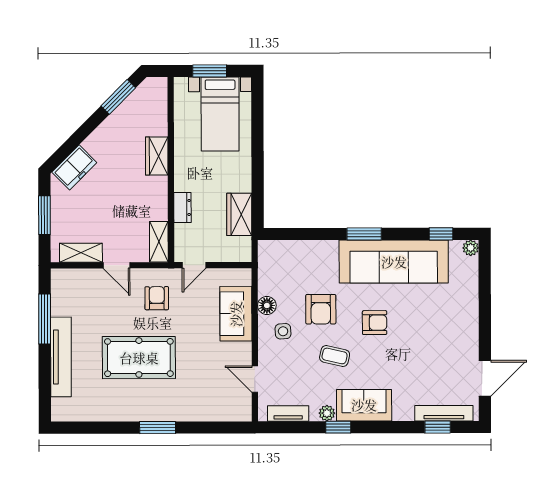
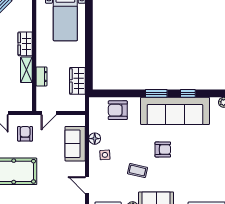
window: (441, 234) -> (188, 93), moved
shelving: (159, 242) -> (26, 70), moved
armchair: (321, 309) -> (118, 110), moved, turned 90

